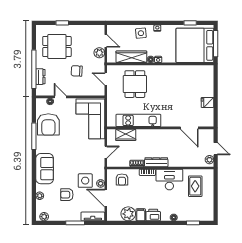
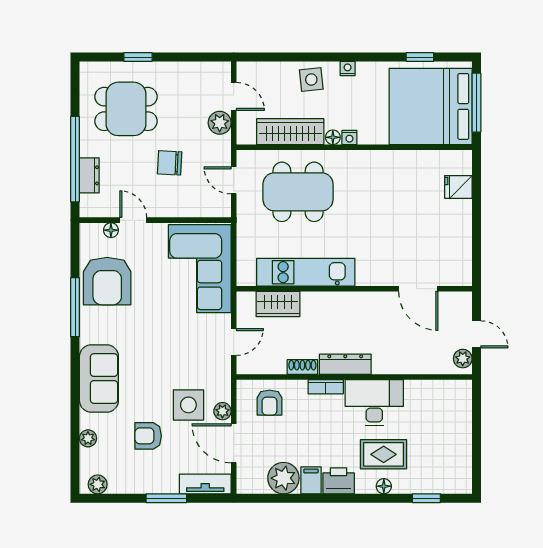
dining table: (135, 84) -> (298, 192), width x1.38
fridge: (207, 102) -> (458, 187), moved
rug: (195, 186) -> (384, 454), moved, turned 90

